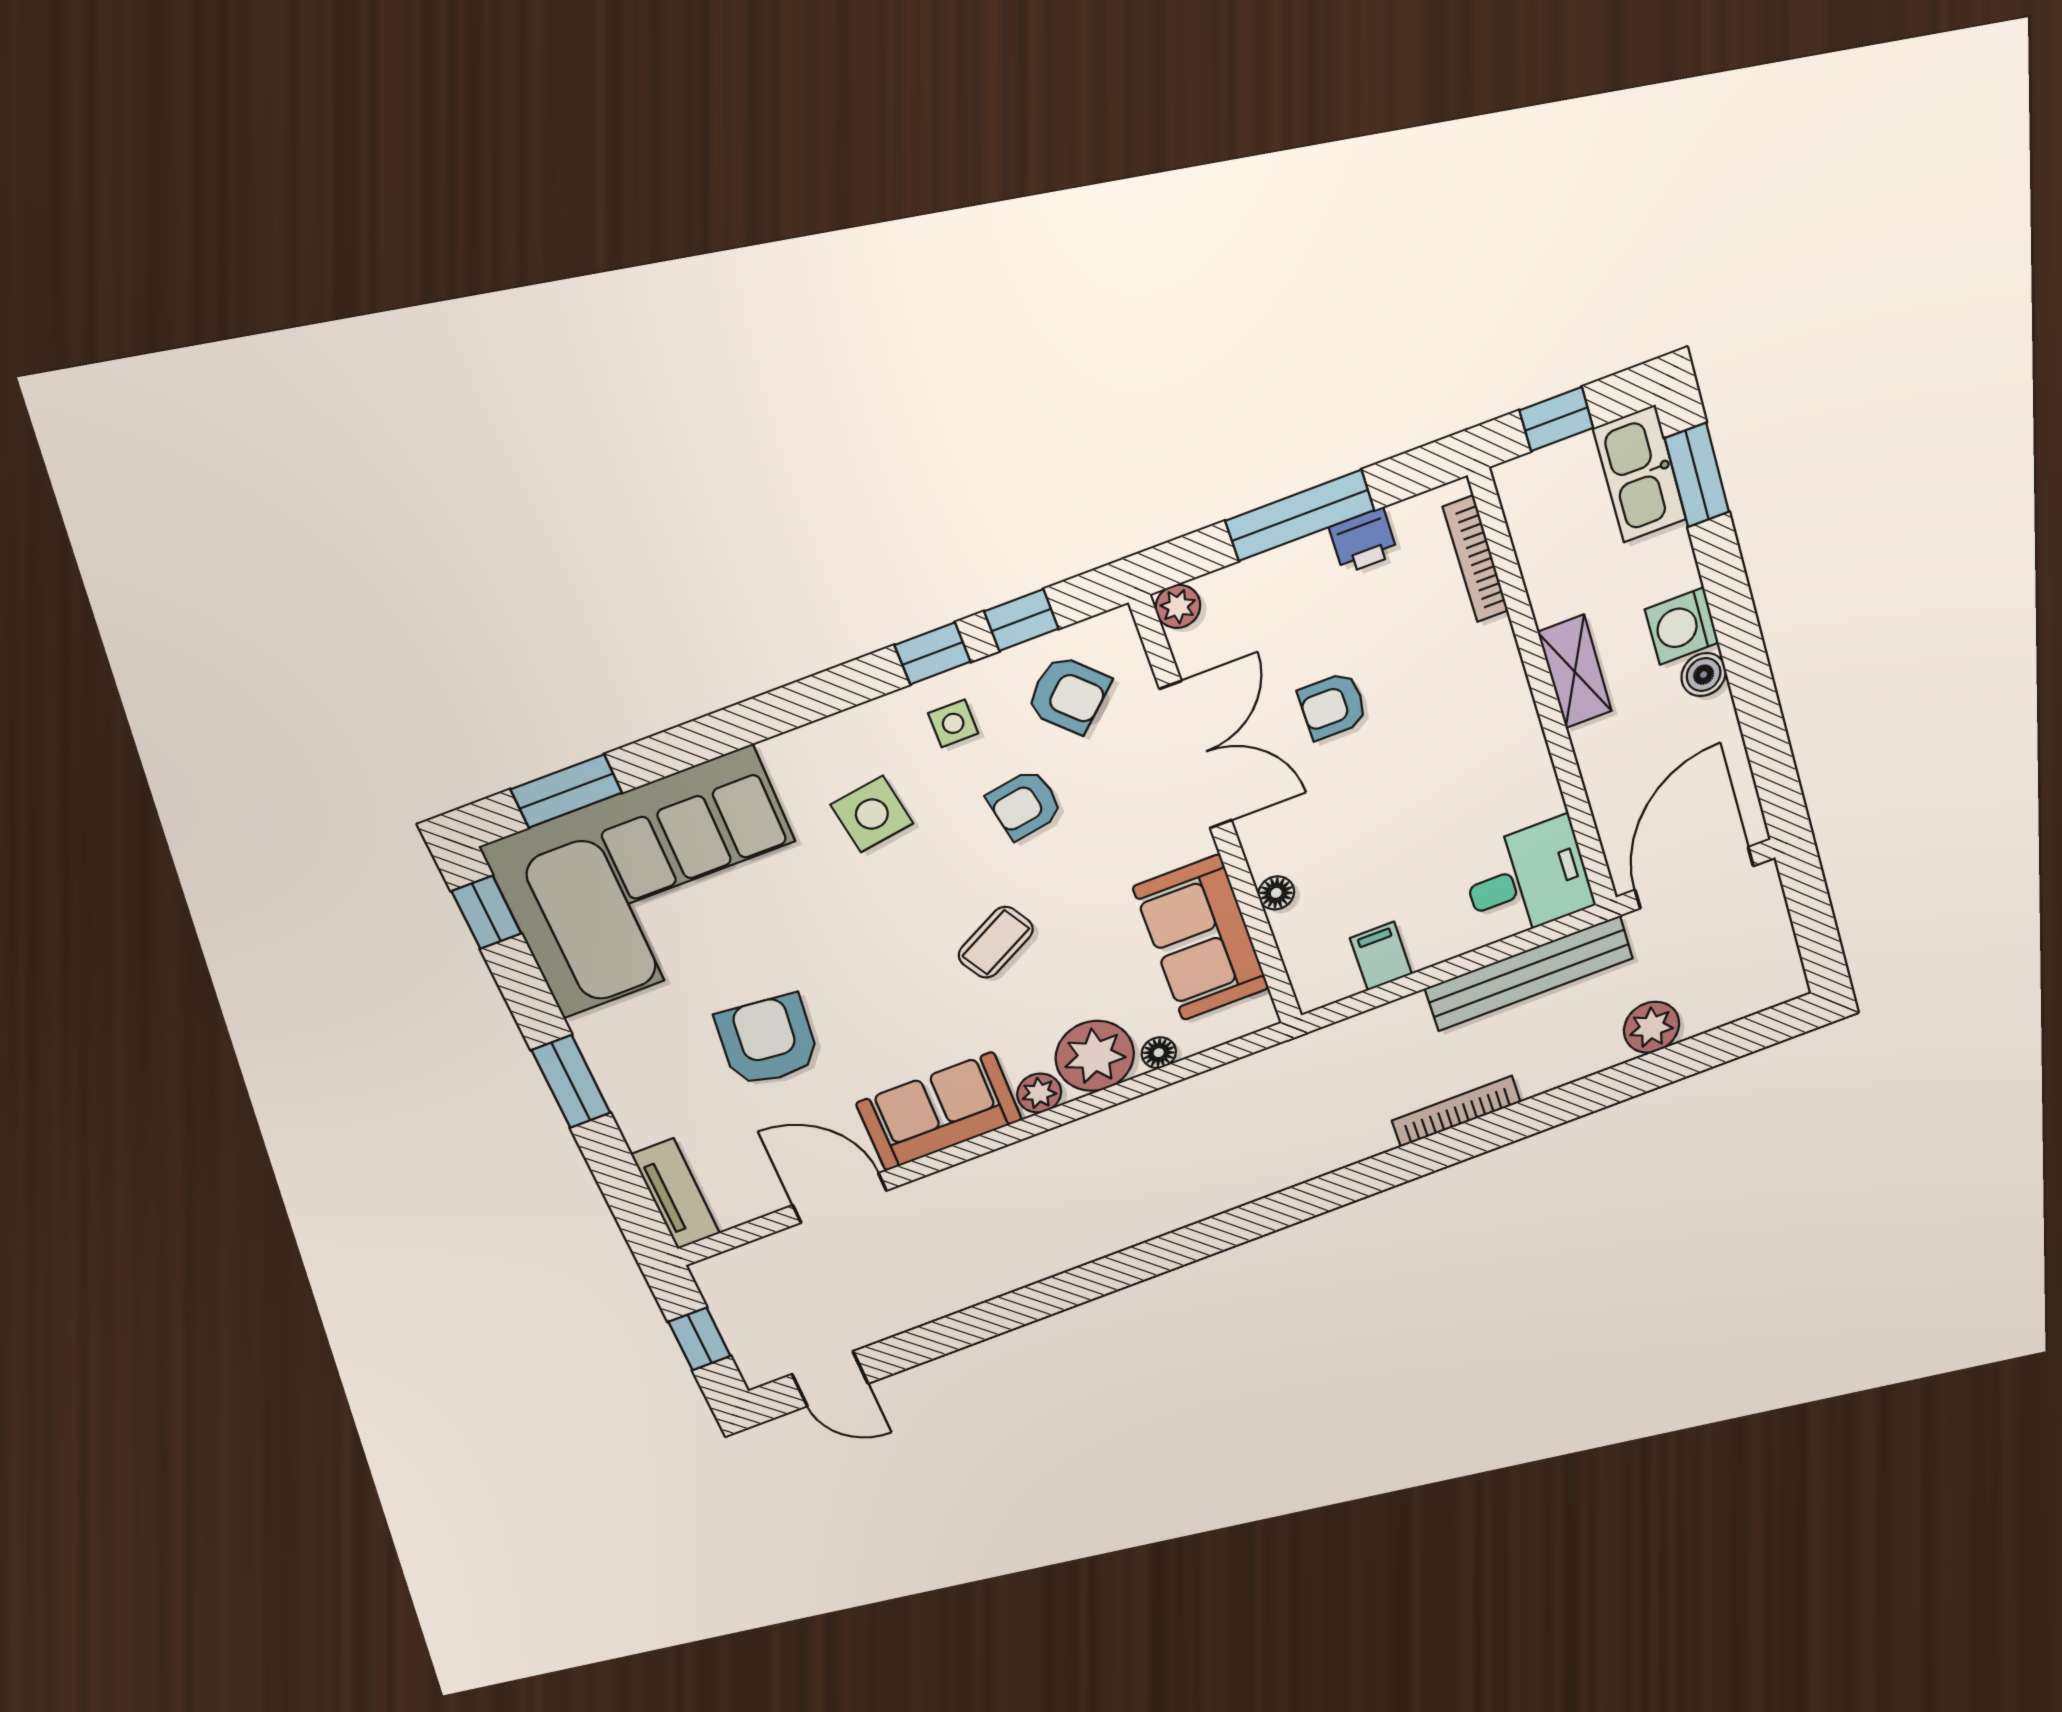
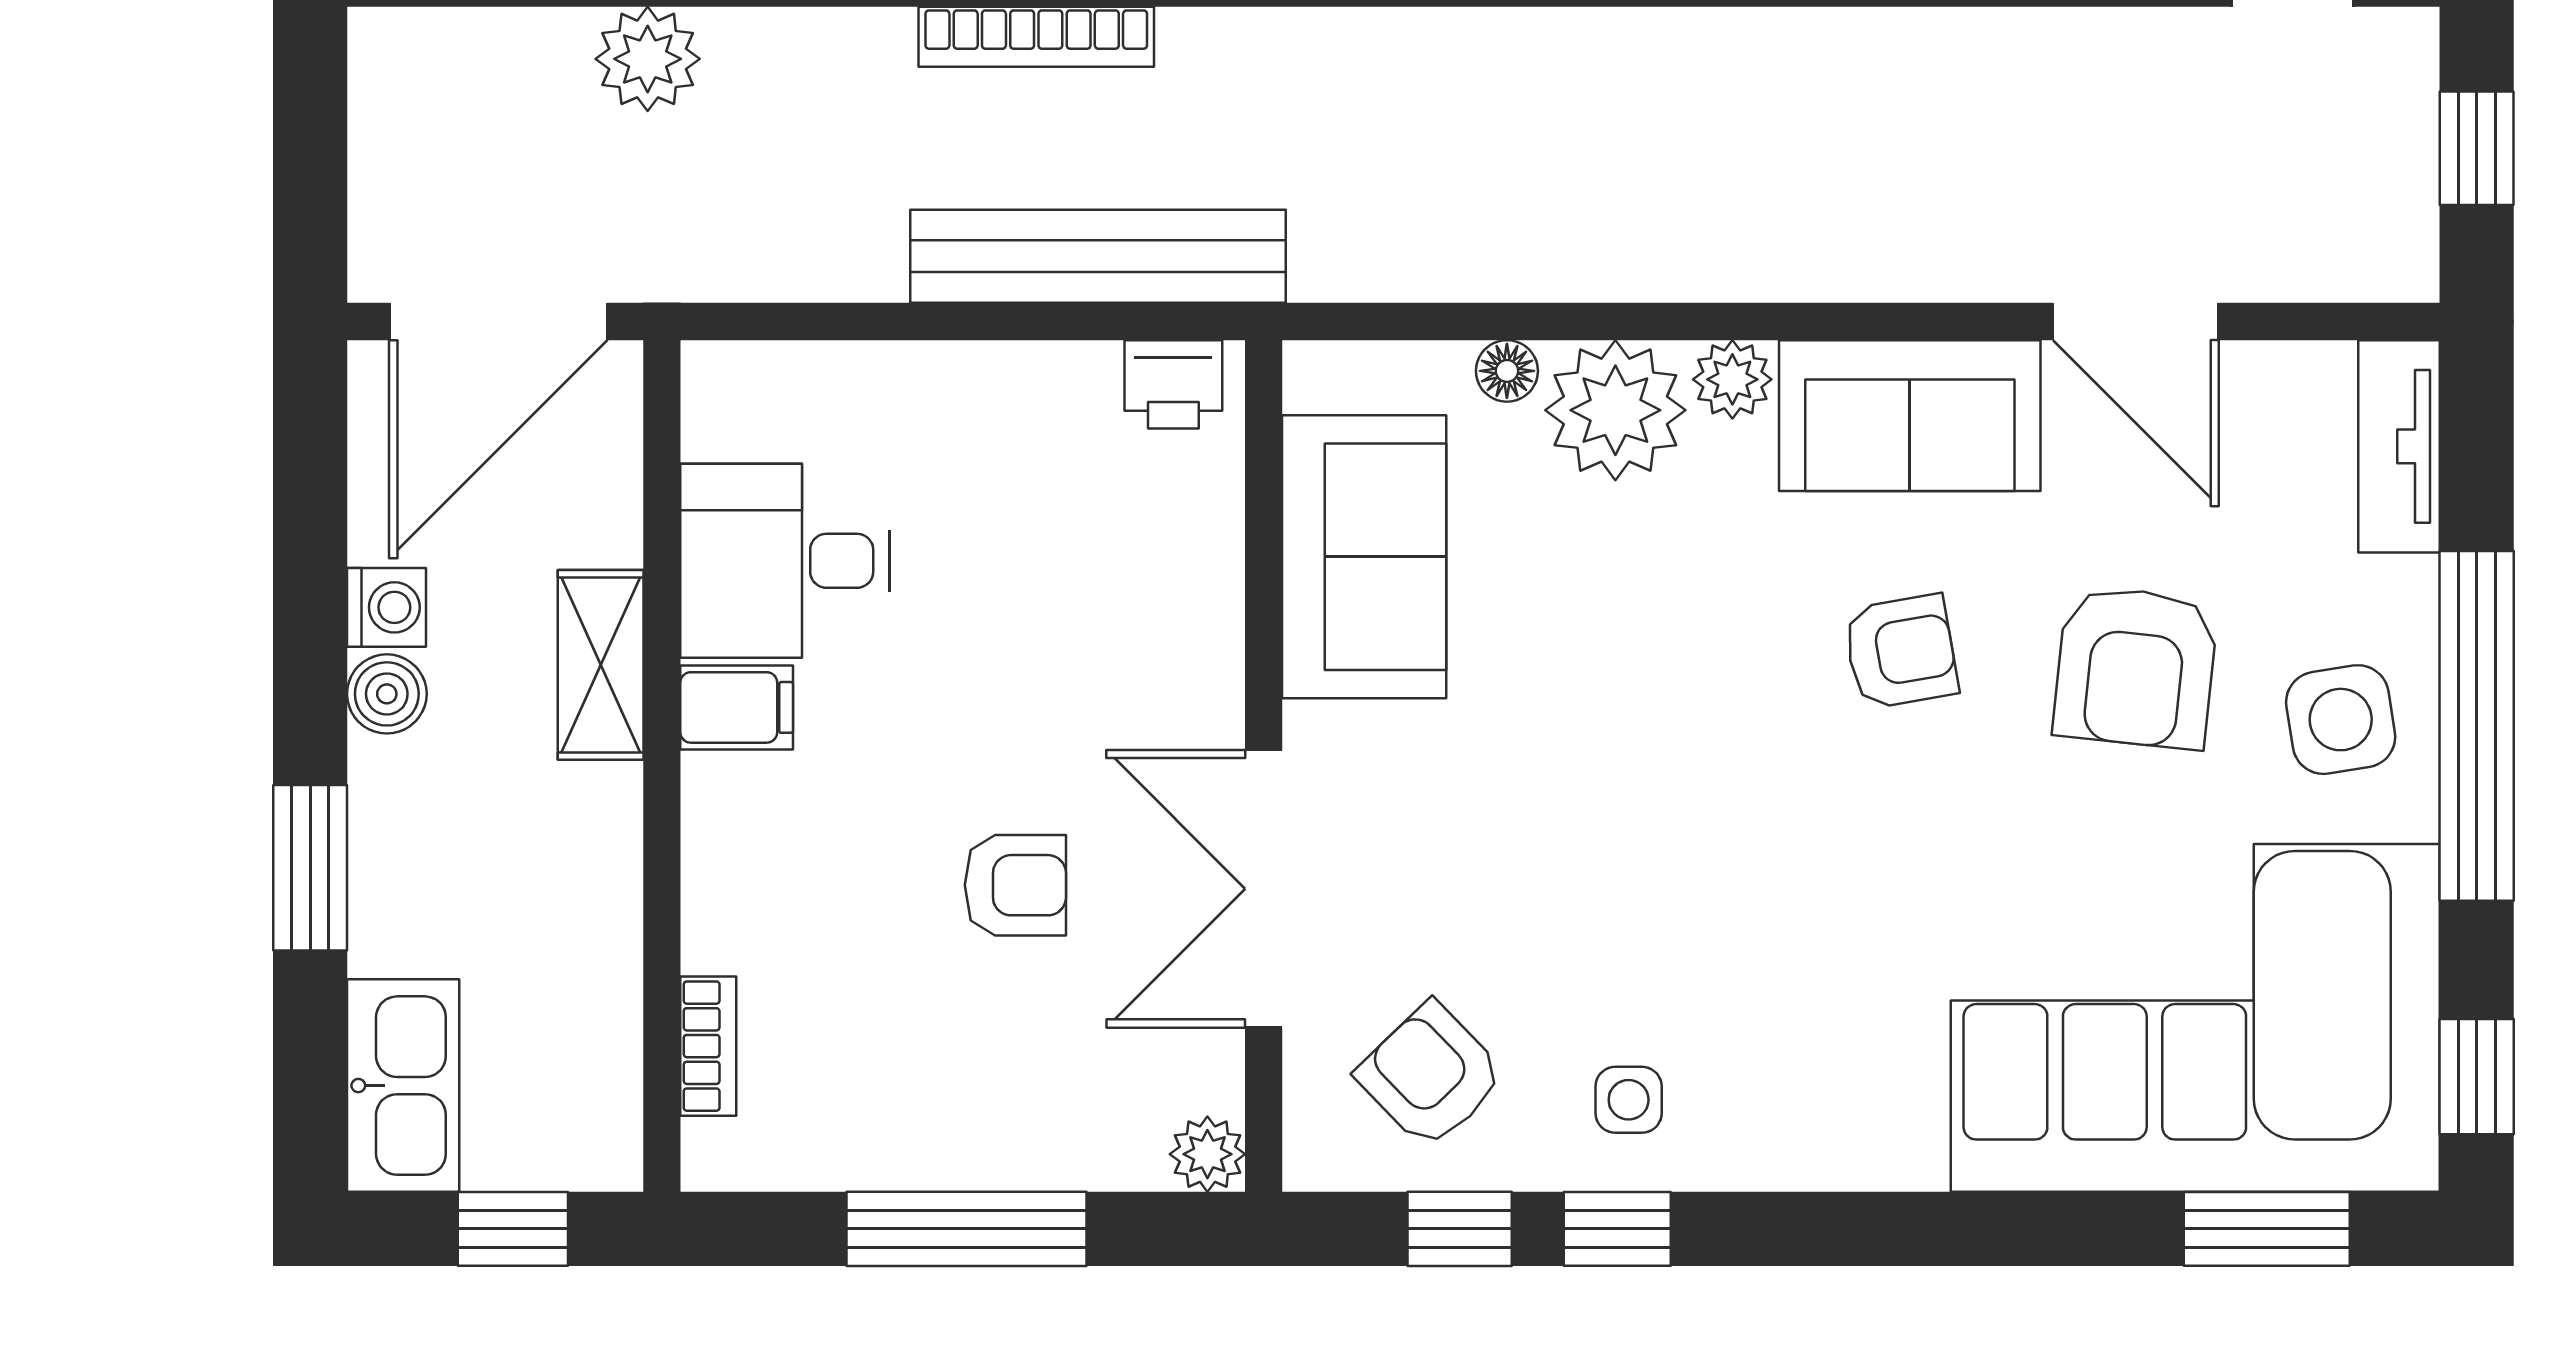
window: (1697, 475) -> (310, 868), moved
printer: (1363, 541) -> (1173, 384), moved, turned 180
bookcase: (1476, 559) -> (708, 1046), width x0.64
washing machine: (1682, 626) -> (386, 607), moved, width x0.73, depth x0.73
shelving: (1575, 672) -> (601, 665), moved
armchair: (1025, 804) -> (1901, 652), moved
side table: (872, 814) -> (2341, 720), moved
desk: (1527, 880) -> (785, 561), moved
floor lamp: (1276, 893) -> (1213, 588), removed
coffee table: (996, 942) -> (1702, 690), removed
filing cabinet: (1381, 956) -> (737, 707), moved, turned -90
bench: (1529, 973) -> (1098, 256), moved
window: (571, 1082) -> (2477, 726), width x2.11

